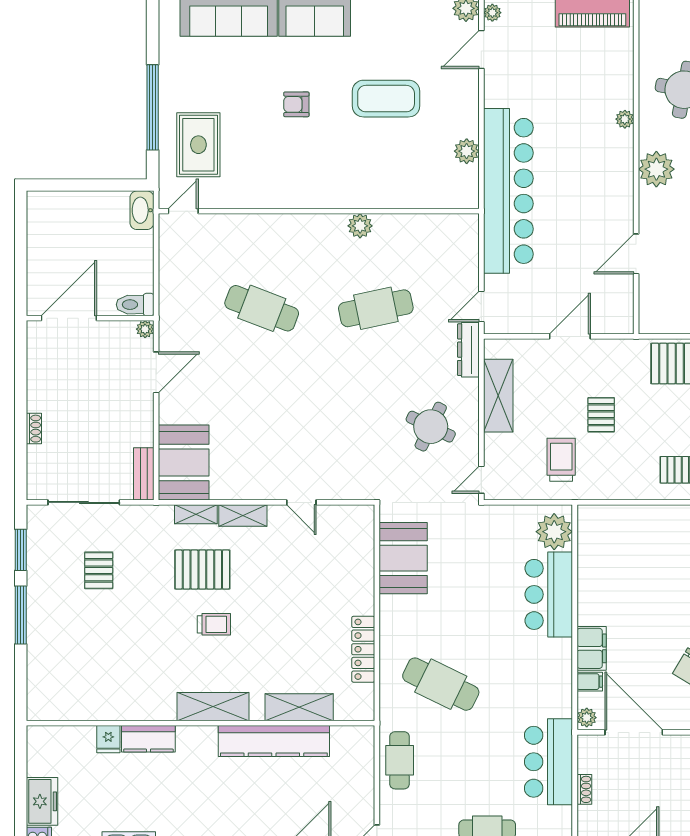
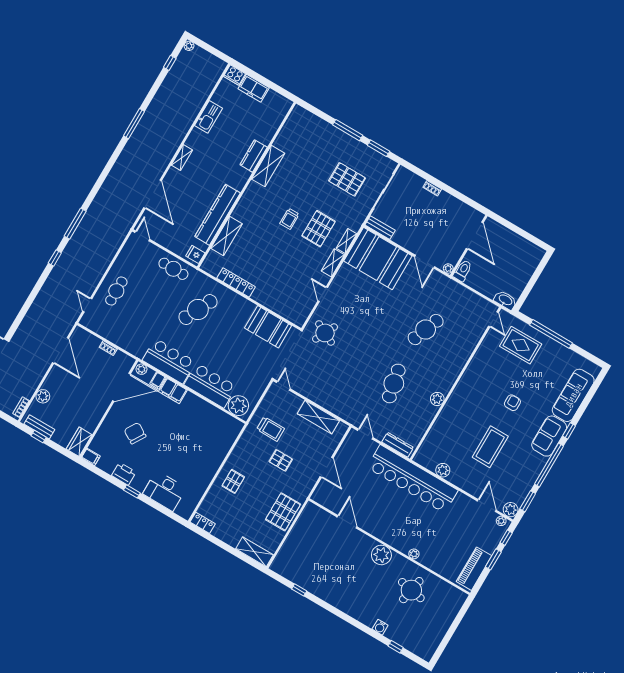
dresser: (468, 350) -> (398, 445), moved
round table: (431, 427) -> (325, 333), moved
booth: (184, 462) -> (378, 258), width x1.36, depth x1.42
door: (301, 502) -> (323, 294), hinge flipped
pallet: (99, 570) -> (347, 179), width x1.50, depth x1.42
shelving: (213, 707) -> (268, 166), moved
fridge: (108, 739) -> (195, 254), moved
bar counter: (548, 762) -> (169, 361), moved

